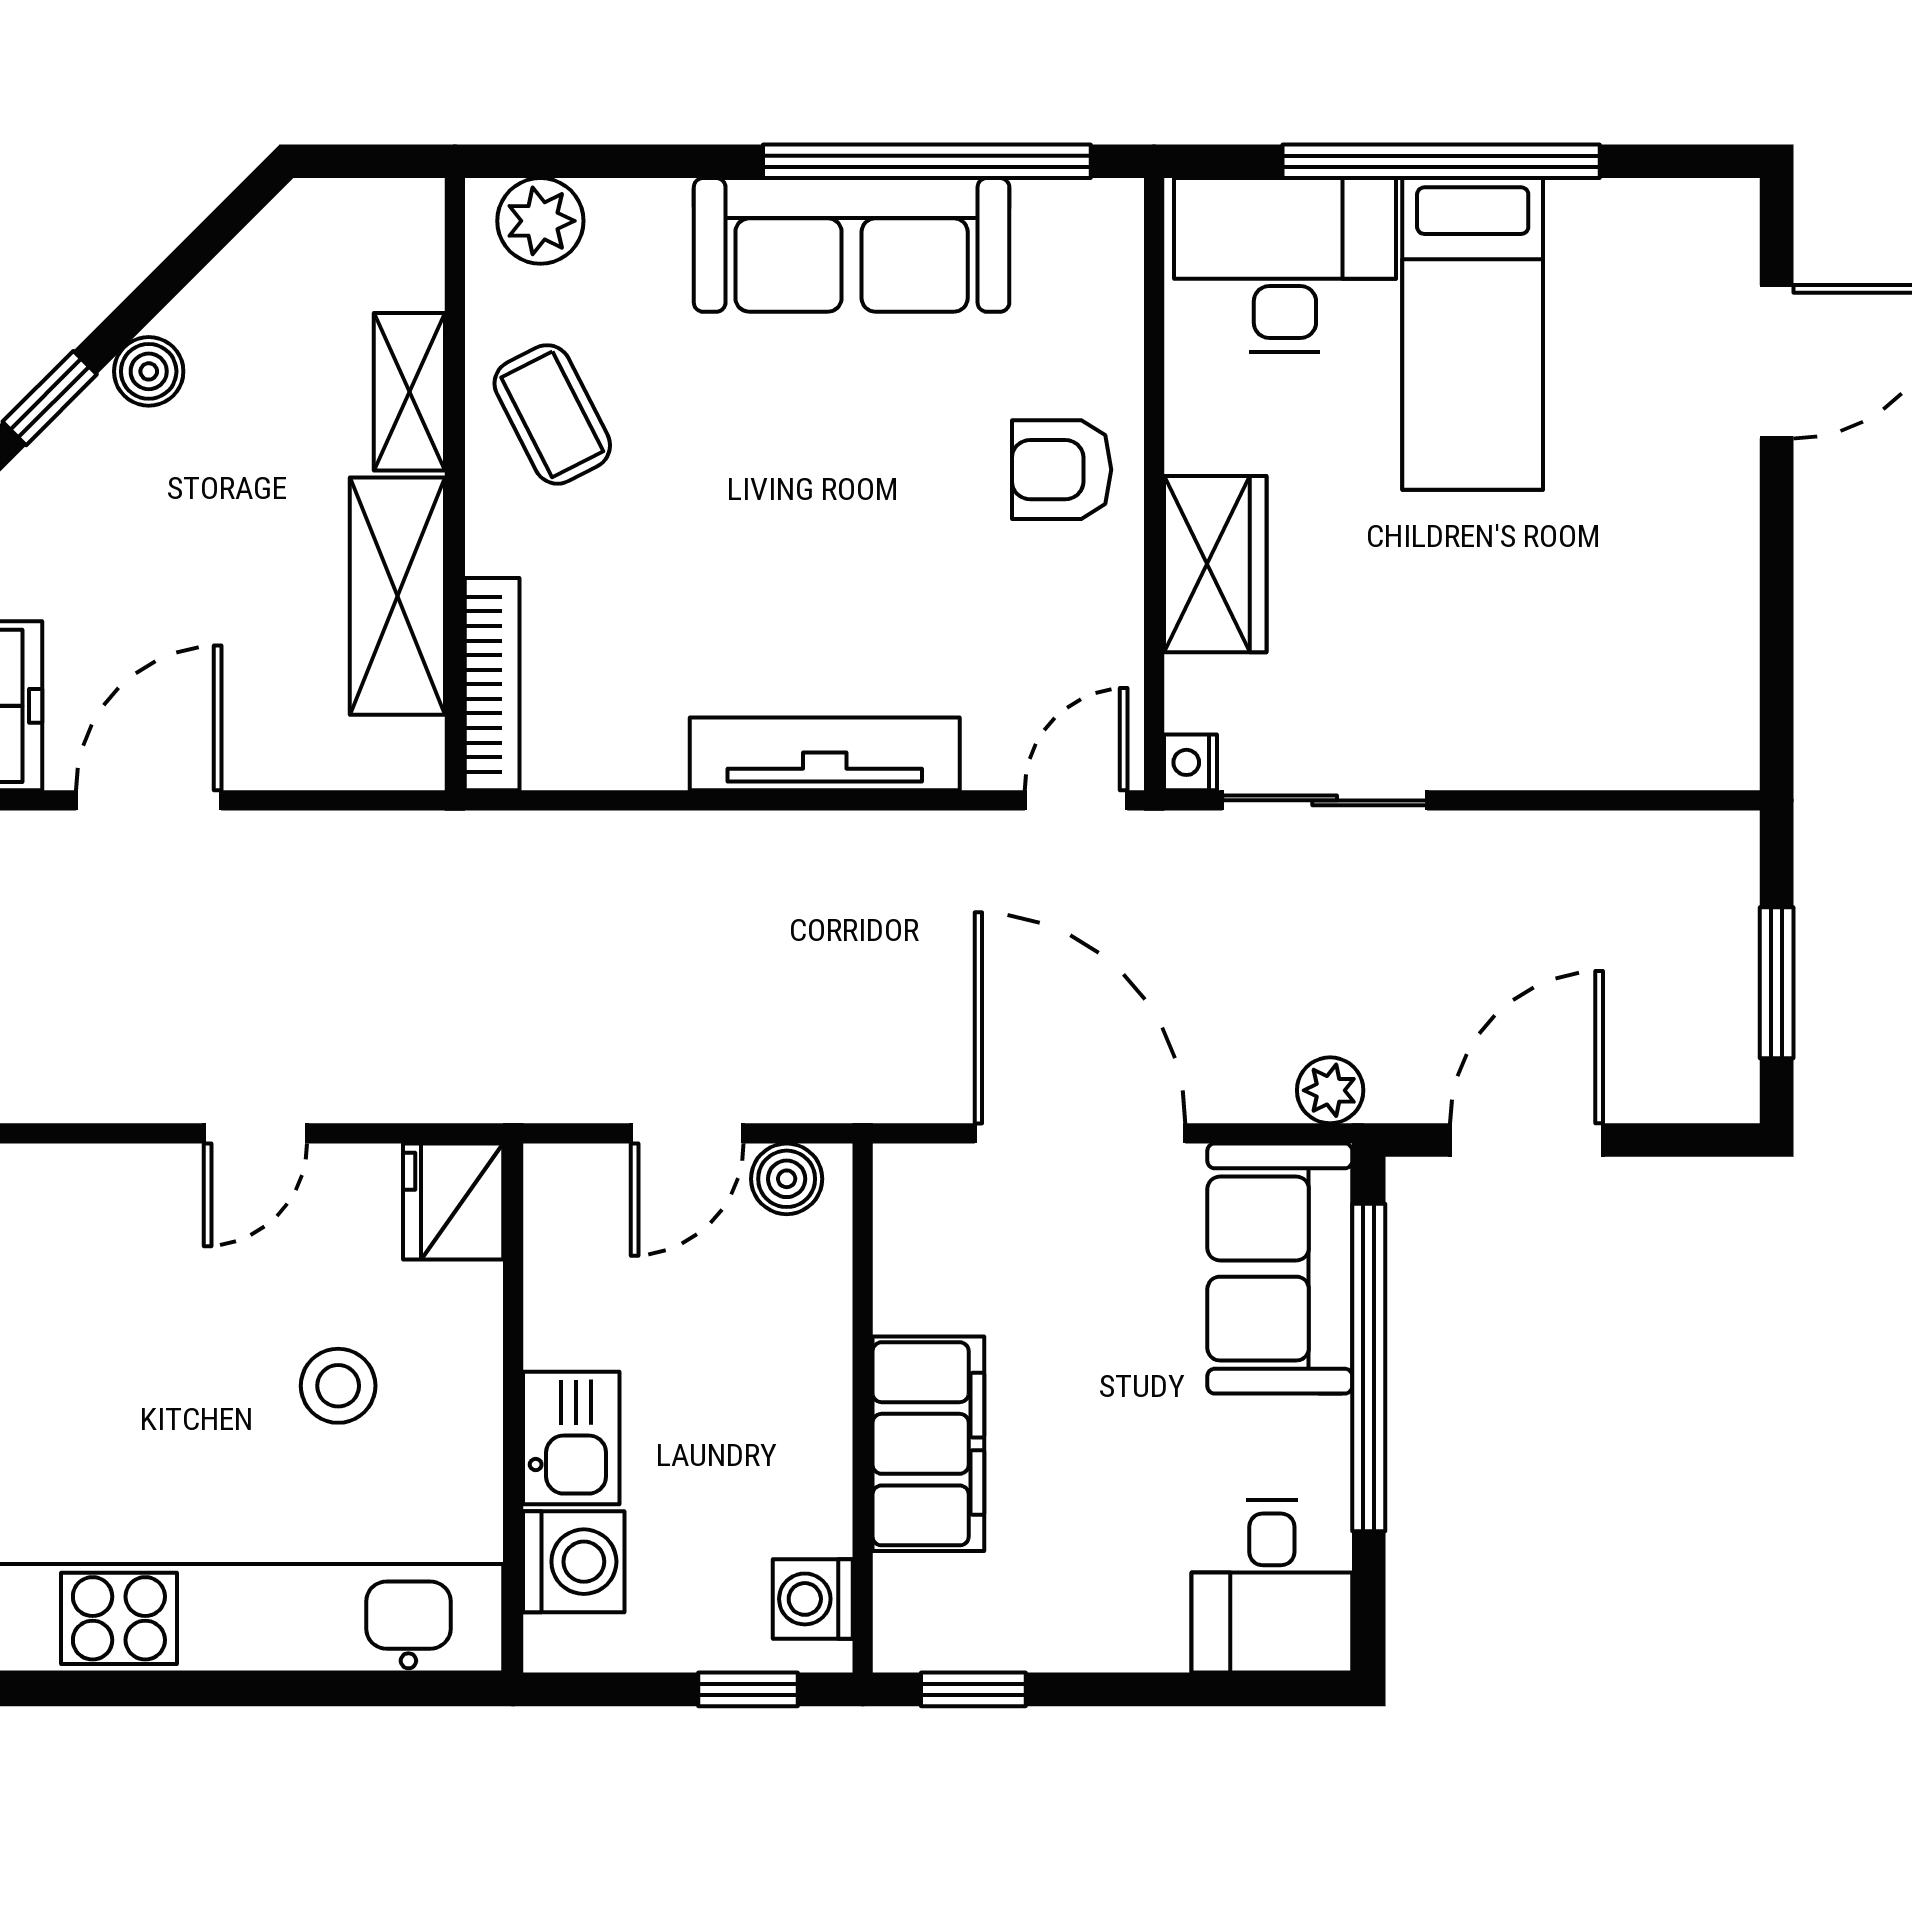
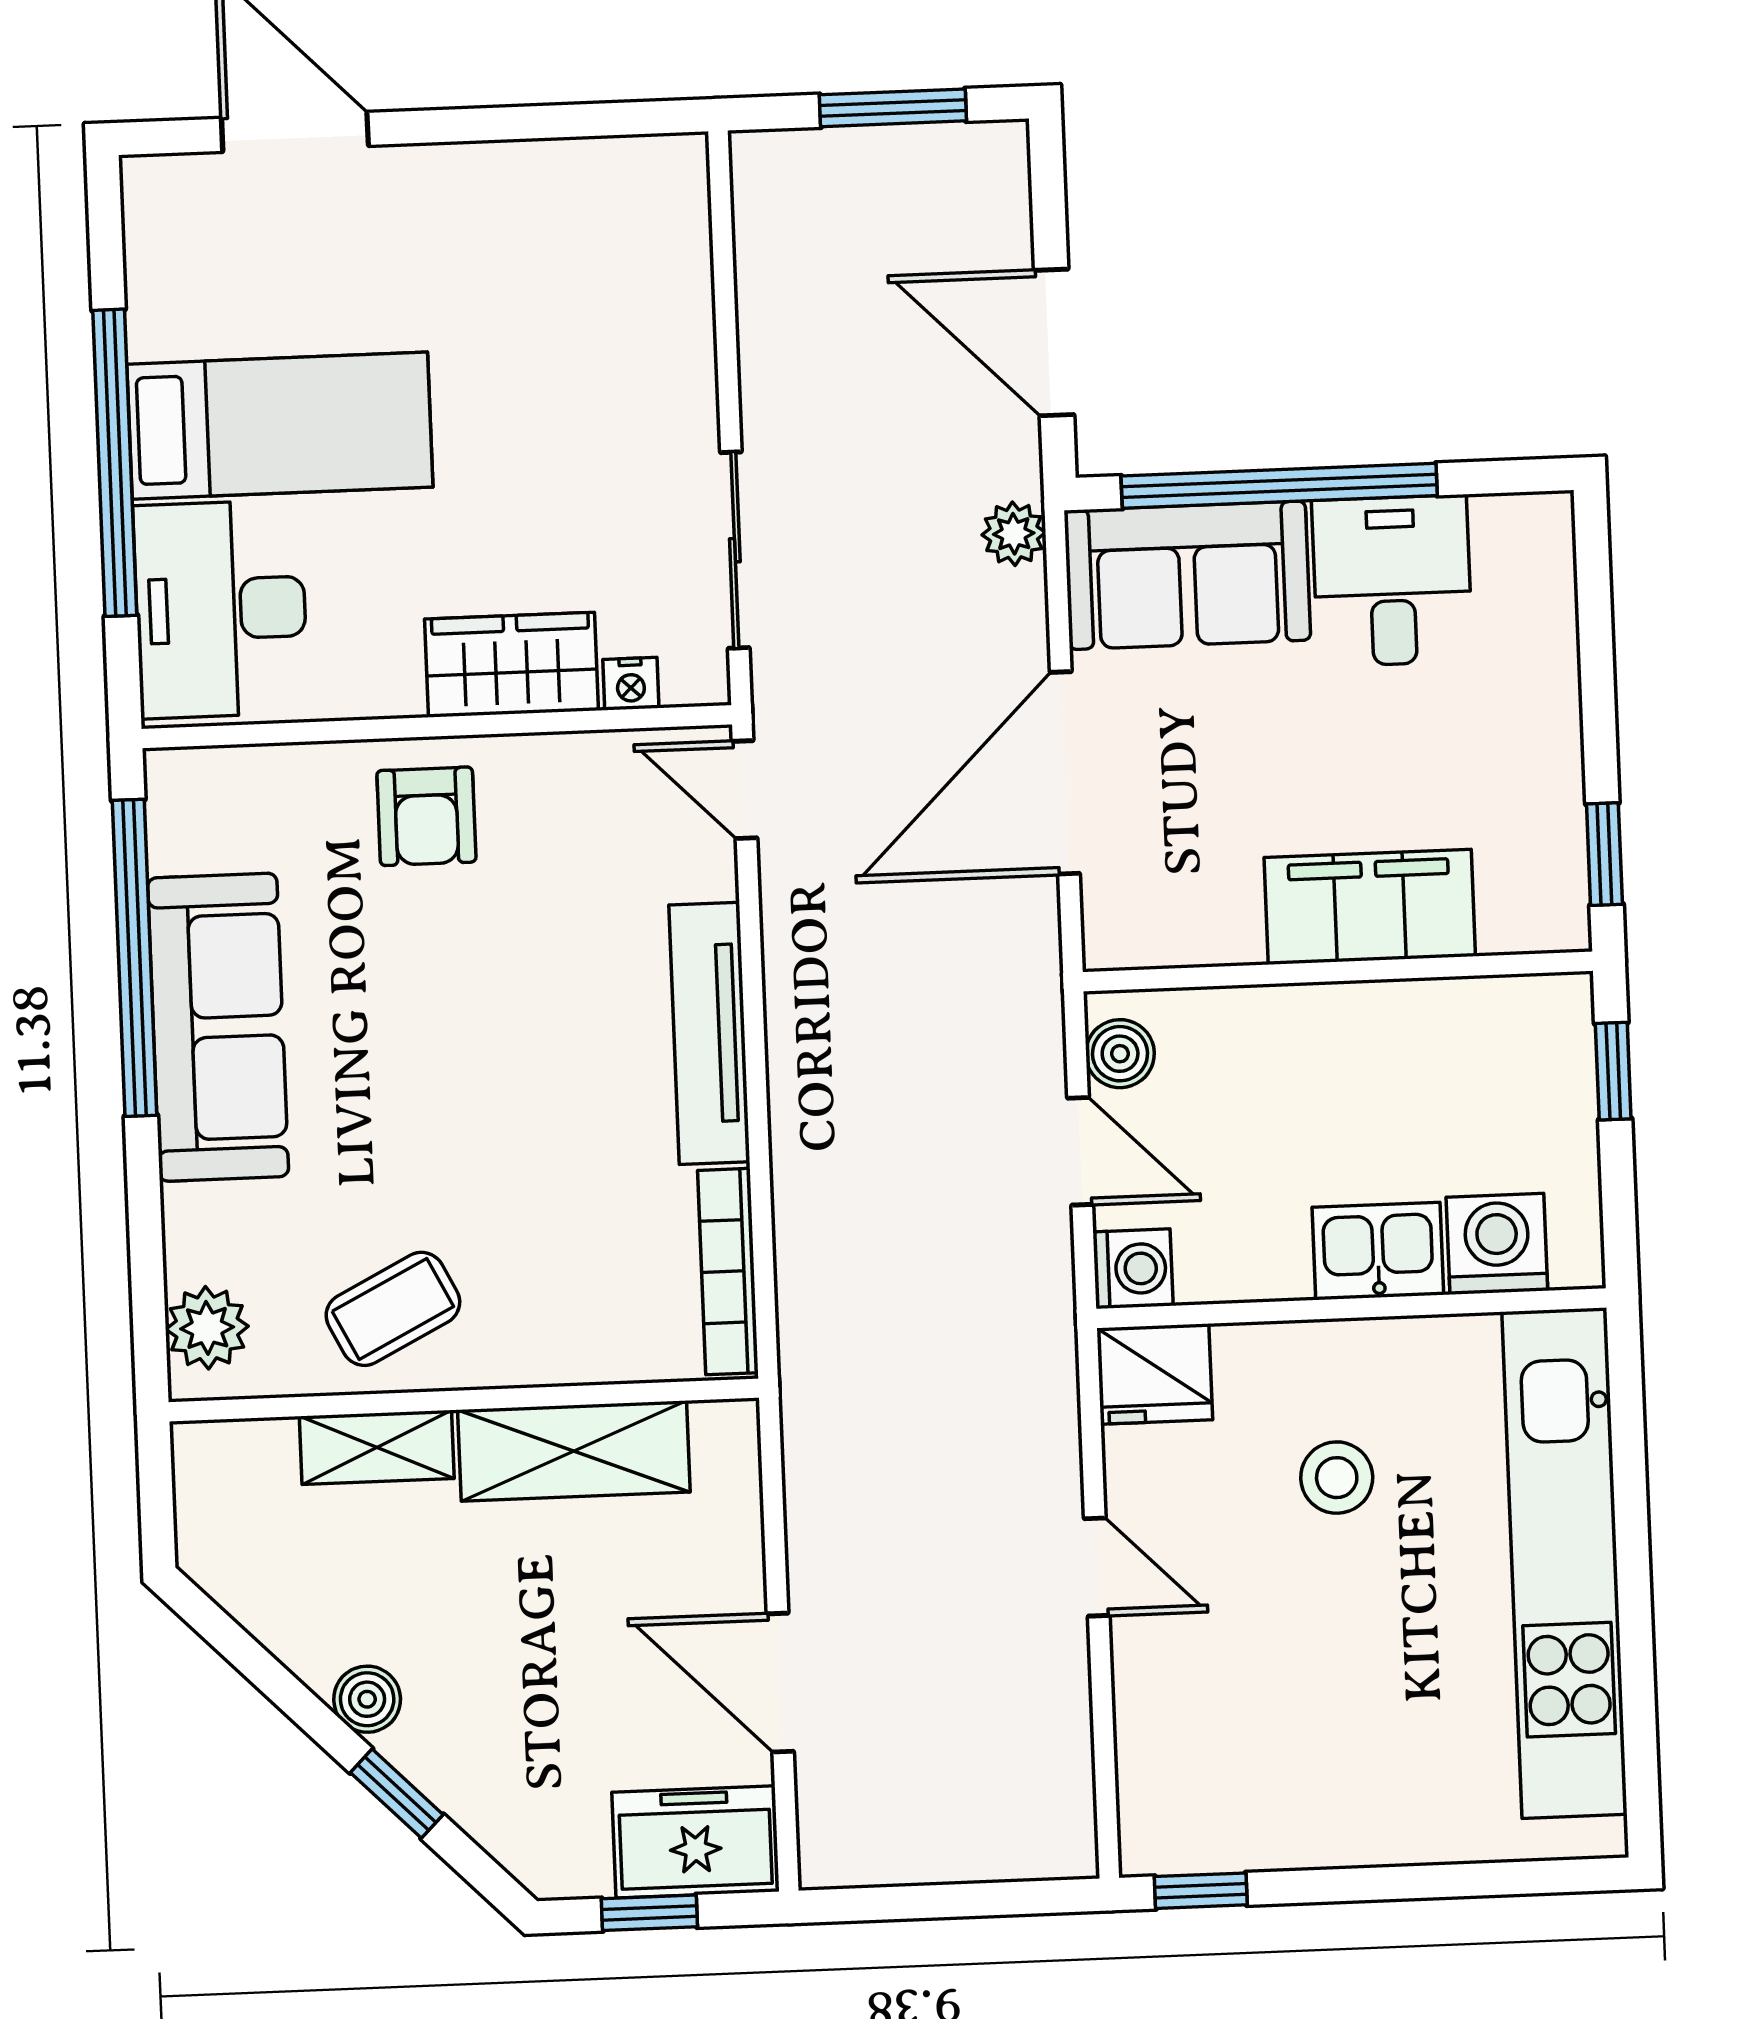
bookcase: (492, 684) -> (728, 1272), moved, turned -90
nightstand: (1191, 762) -> (631, 684), moved
desk: (1272, 1586) -> (1392, 581), moved, turned -90
washing machine: (813, 1599) -> (1133, 1269), moved, turned -90

